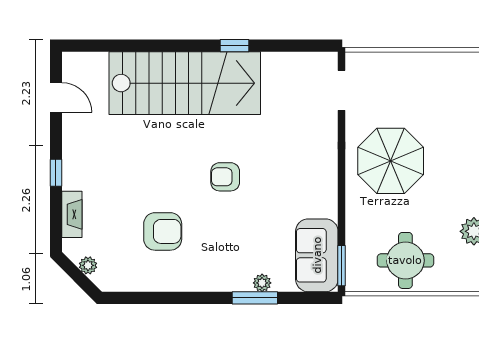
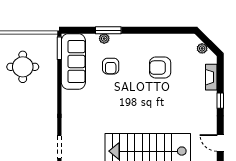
parasol: (391, 161) -> (32, 107), removed
armchair: (225, 177) -> (111, 66), moved, turned 90
sofa: (317, 255) -> (73, 61), width x1.36
round table: (405, 260) -> (23, 67), moved

